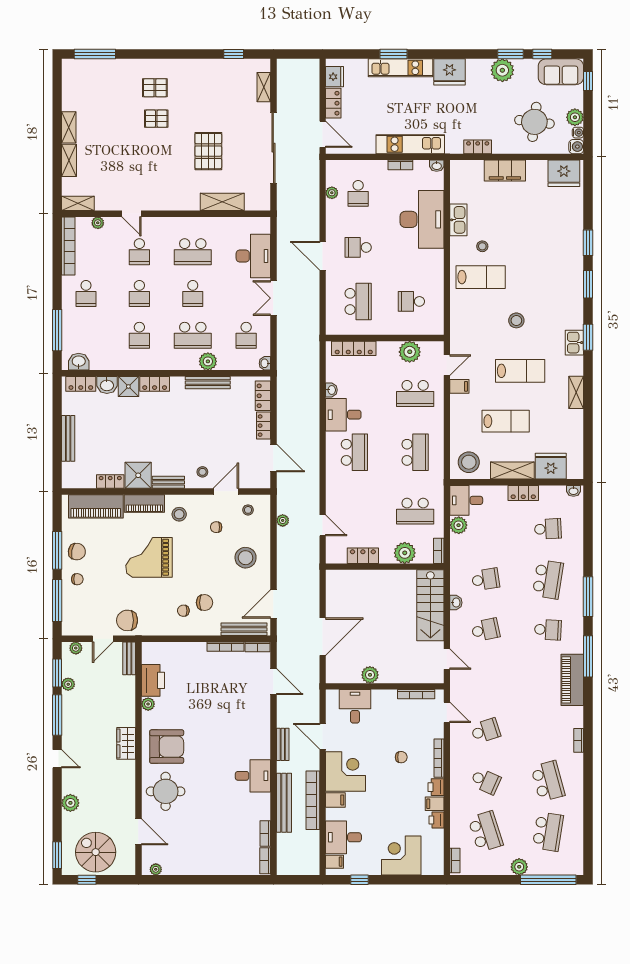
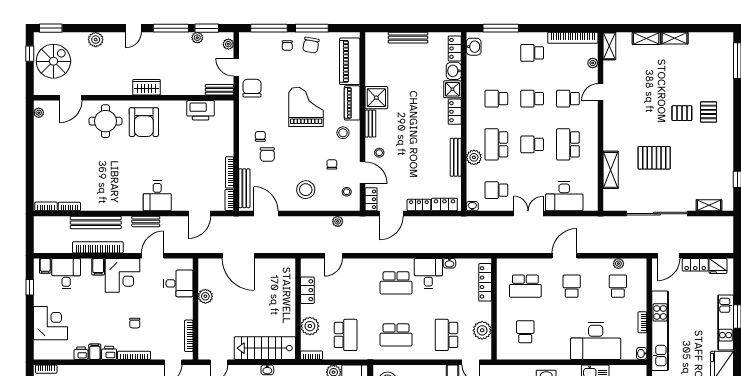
pallet: (156, 119) -> (682, 113), turned 90
kitchen unit: (410, 144) -> (660, 331), width x1.36
school desk: (358, 193) -> (618, 286), turned 90
locker: (110, 481) -> (371, 199), moved
school desk: (415, 511) -> (346, 335), turned 180
plant: (148, 704) -> (180, 106), removed
desk: (253, 776) -> (157, 196), moved

